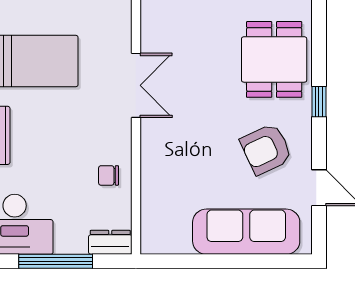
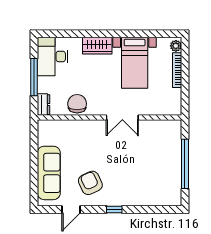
dining table: (274, 59) -> (135, 187), removed
chair: (109, 175) -> (77, 104), width x1.87, depth x1.87

